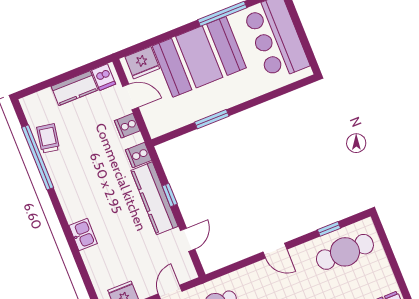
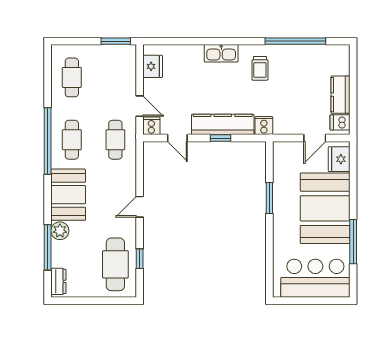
cooker: (127, 126) -> (151, 126), moved
trolley: (48, 138) -> (260, 68), moved, turned 80
kitchen sink: (83, 234) -> (221, 53), width x1.38

